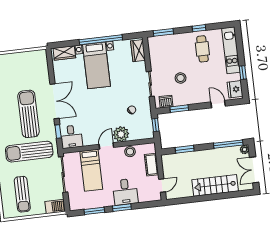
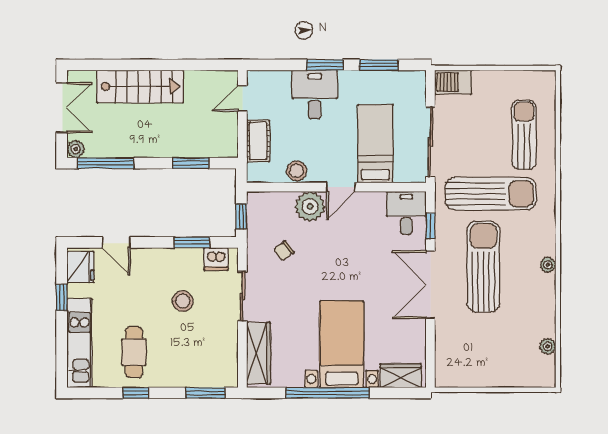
wardrobe: (138, 51) -> (258, 353), width x1.50
sun lounger: (28, 114) -> (483, 266), turned 180
sun lounger: (22, 194) -> (524, 135), moved

